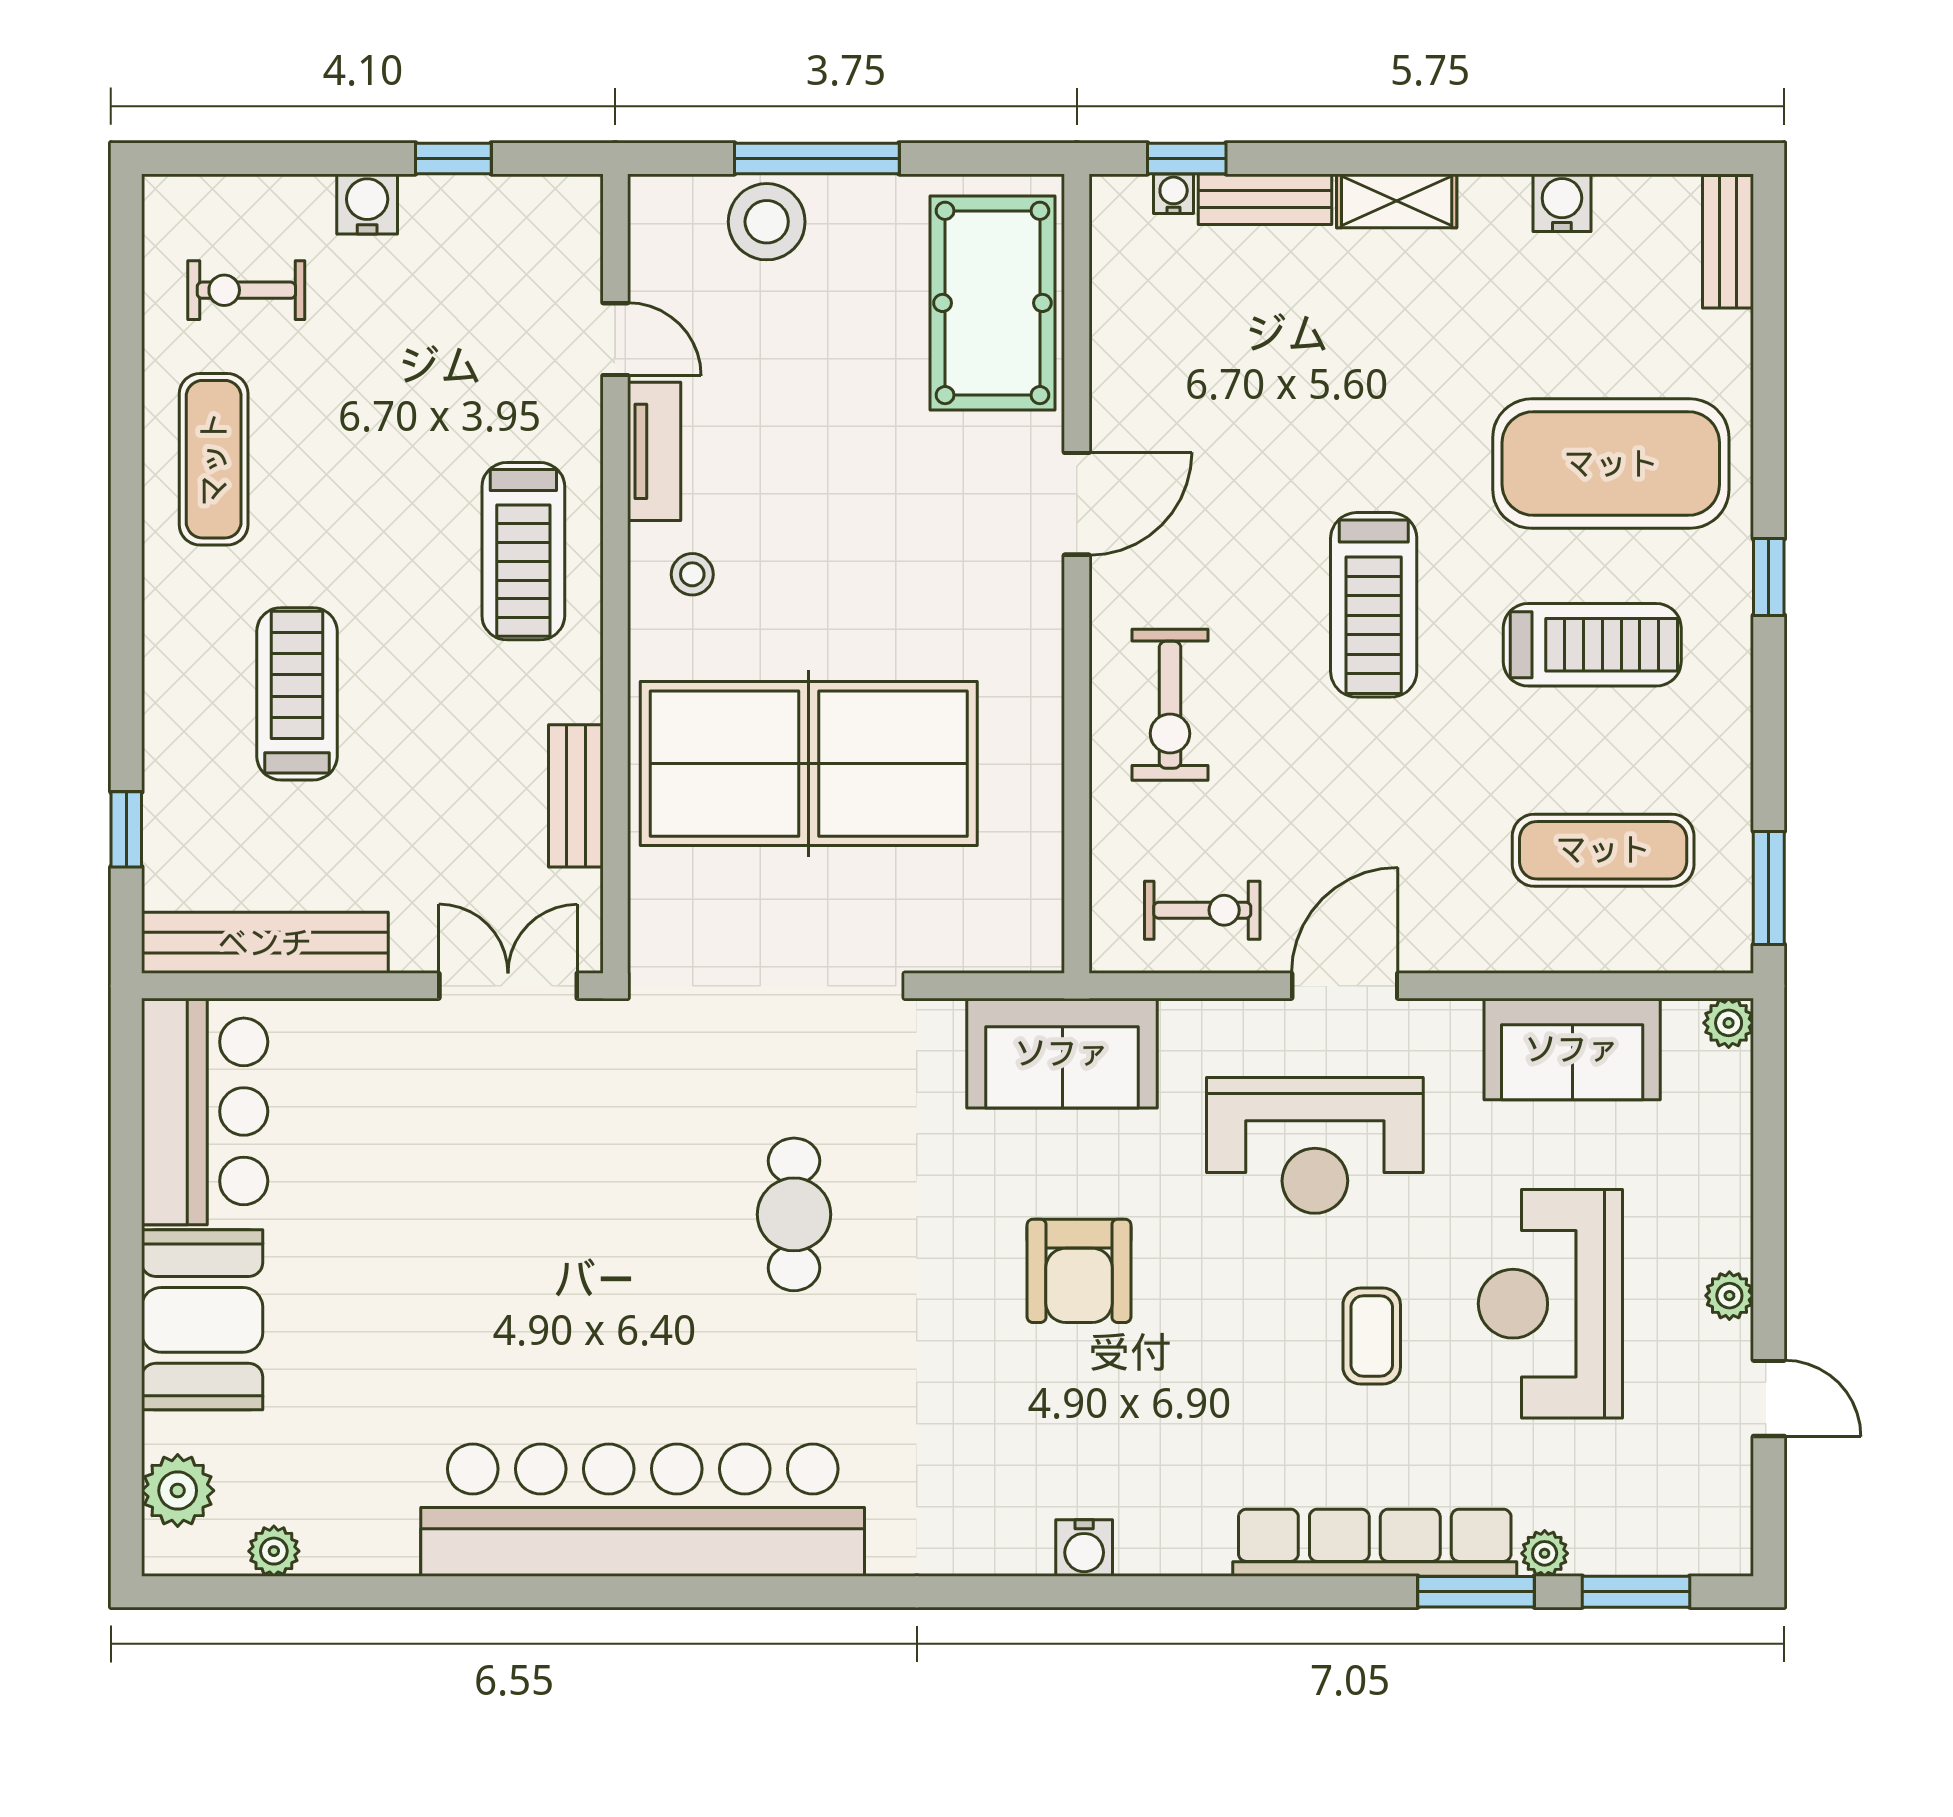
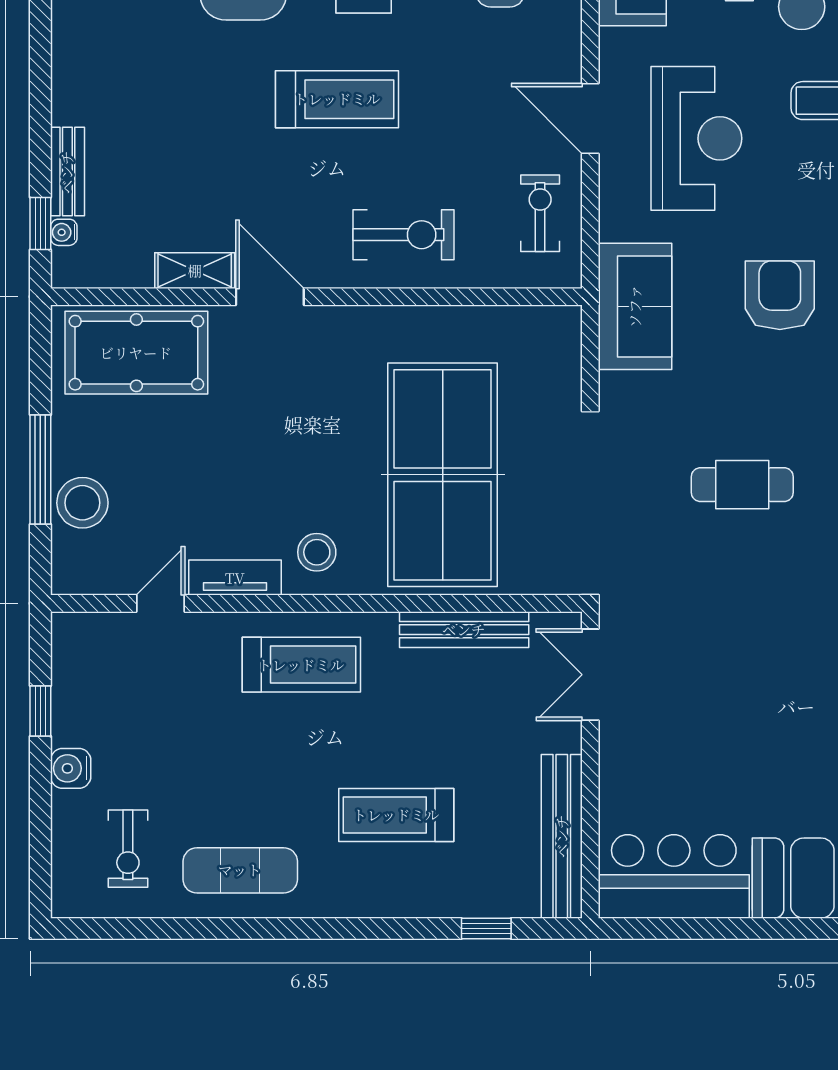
shelving: (1397, 201) -> (195, 271), moved, turned 90
stool: (692, 574) -> (317, 552), width x1.37, depth x1.37
bench: (576, 796) -> (464, 630), width x1.36
armchair: (1079, 1271) -> (780, 295), turned -90

